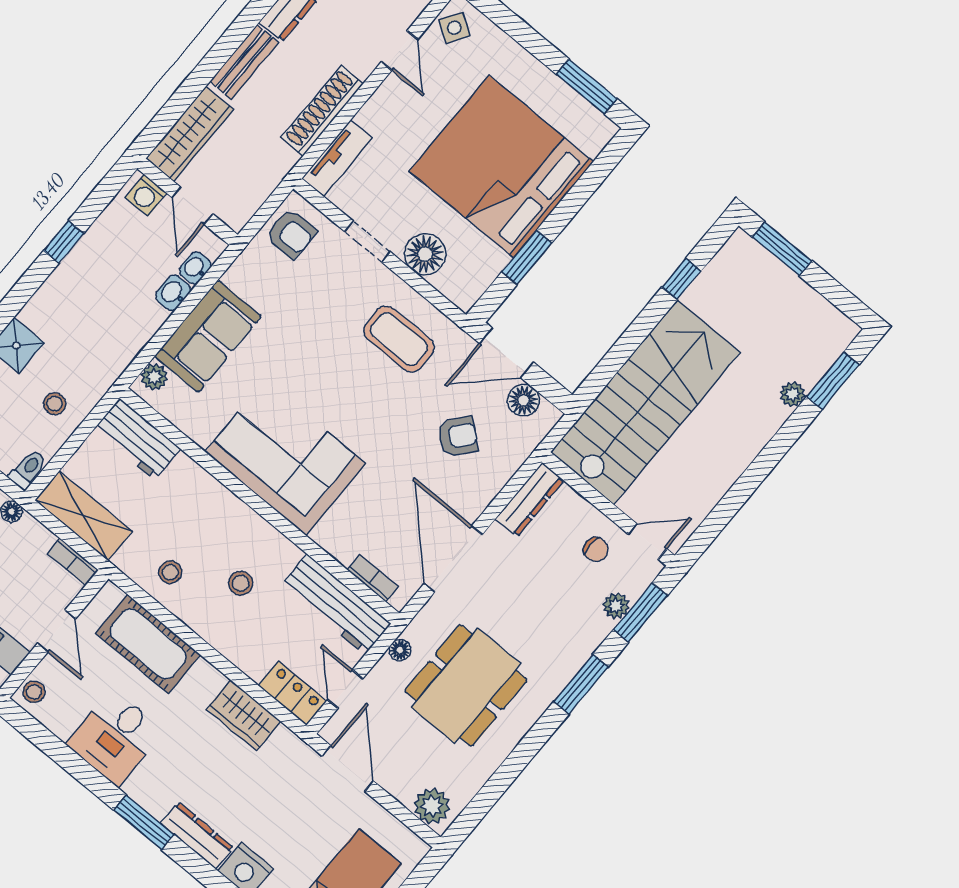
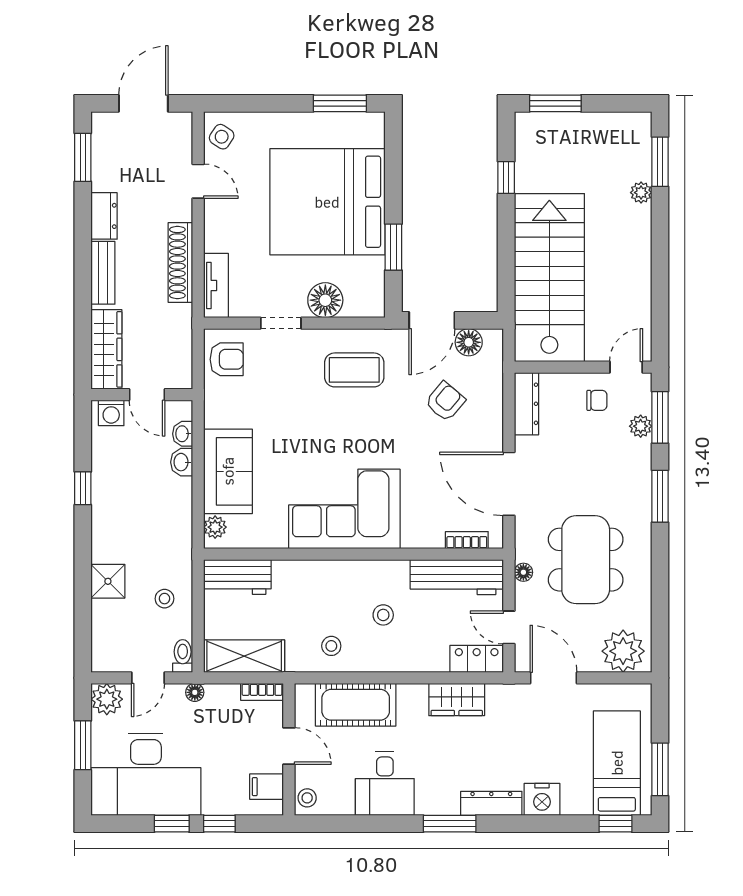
plant: (432, 806) -> (623, 651), width x1.36, depth x1.36

